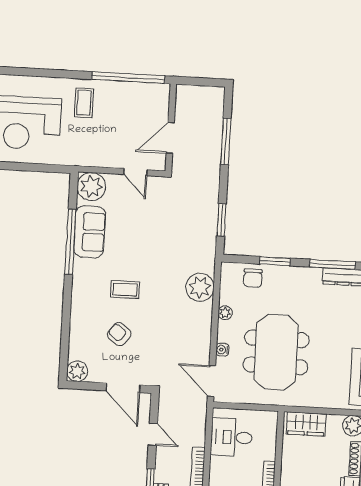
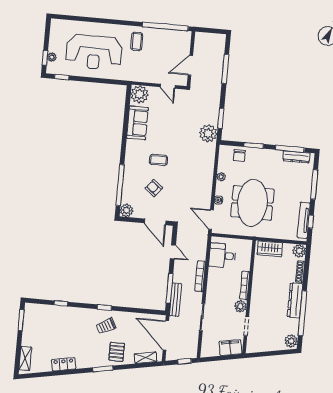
window: (70, 242) -> (120, 185), moved
plant: (200, 287) -> (208, 133), moved

